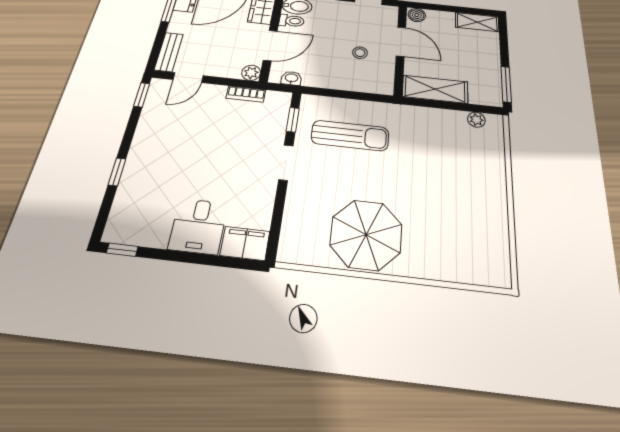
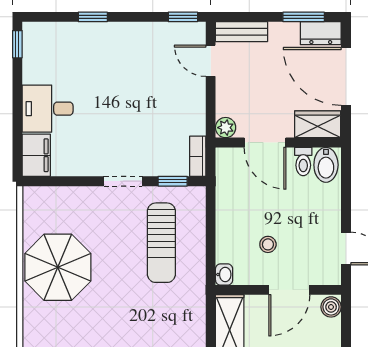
washbasin: (291, 78) -> (224, 274), moved
bookcase: (246, 94) -> (198, 156), moved

